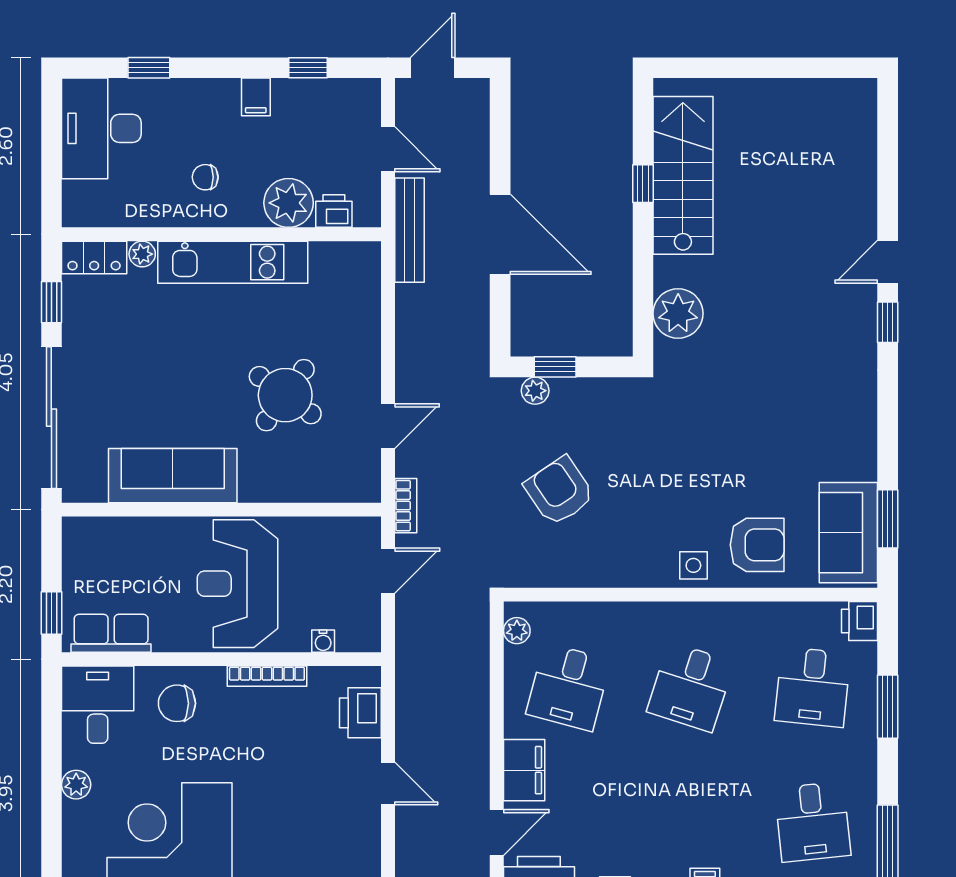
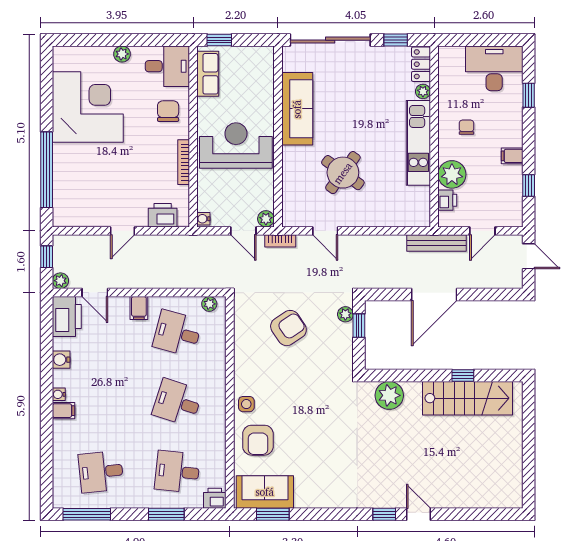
plant: (367, 531) -> (266, 219), added
water cooler: (323, 641) -> (203, 219), moved
filing cabinet: (524, 770) -> (139, 308), width x0.50

